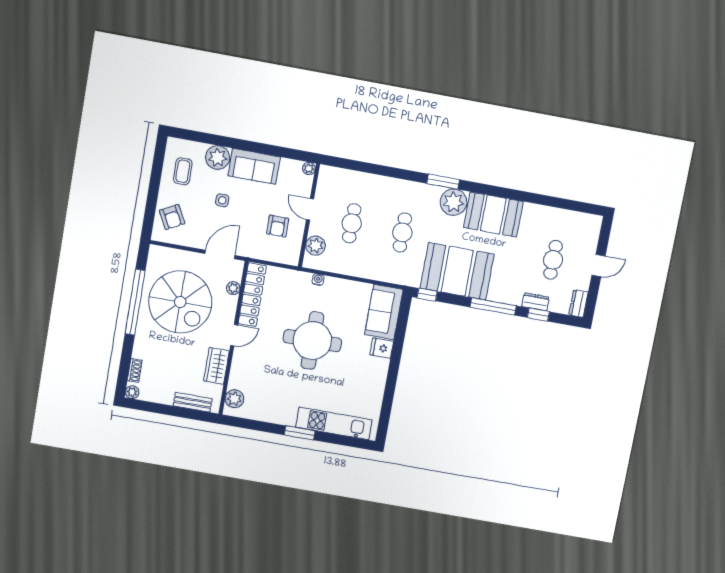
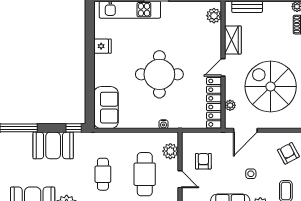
cafe table: (352, 223) -> (145, 174), width x1.37, depth x1.35
booth: (457, 271) -> (53, 145), width x0.73, depth x0.70
fridge: (382, 348) -> (102, 46), moved

